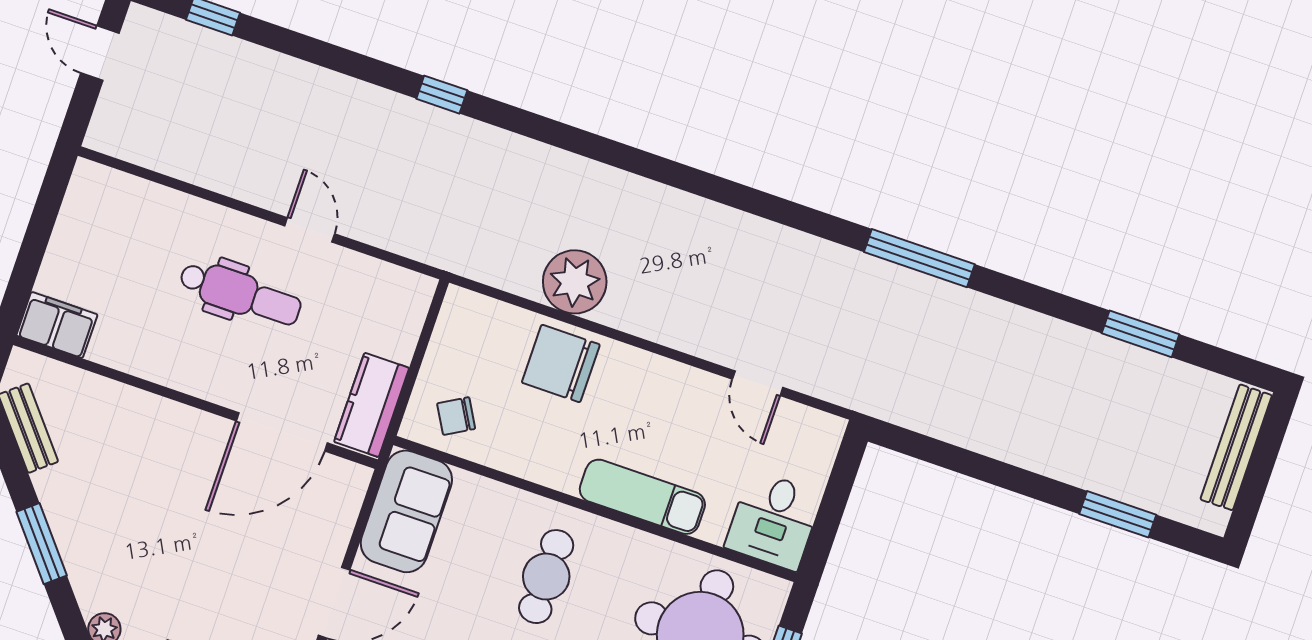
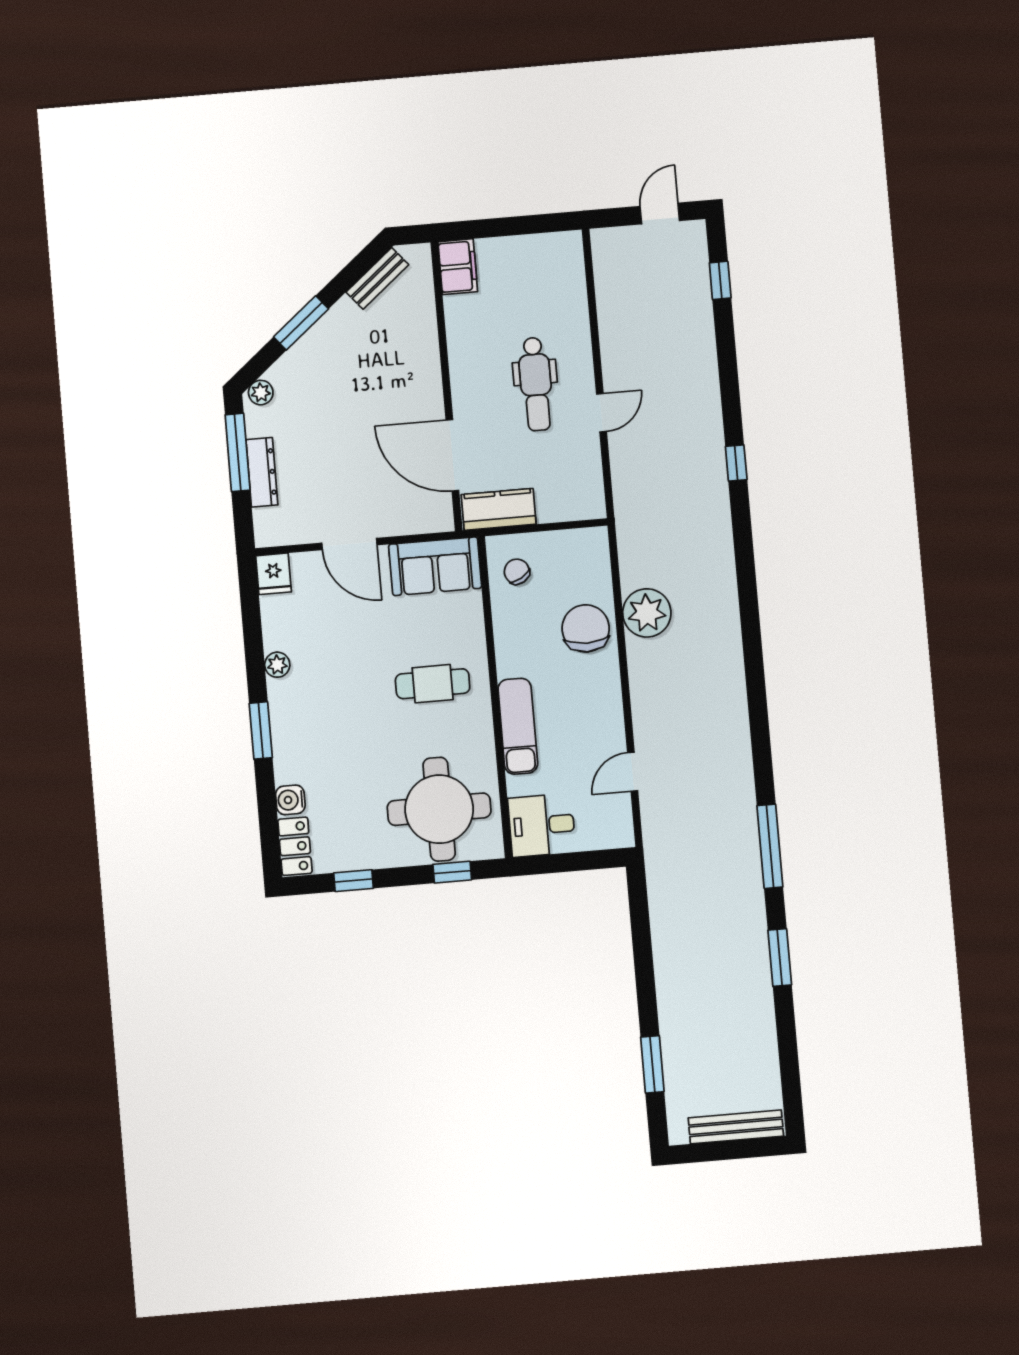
window: (1141, 334) -> (780, 957), moved

